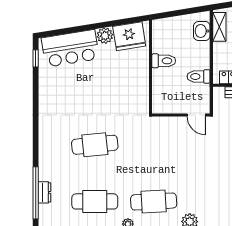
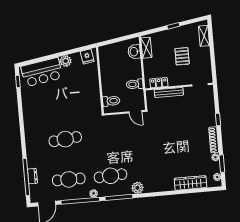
fridge: (129, 36) -> (87, 57), width x0.53, depth x0.75
toilet: (164, 61) -> (111, 101), moved

